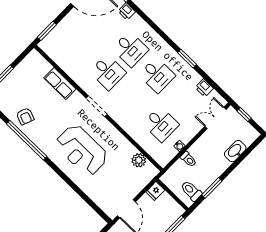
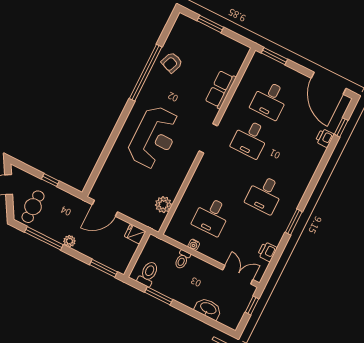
desk: (130, 49) -> (270, 100), moved
reception desk: (82, 150) -> (154, 137), turned 180

